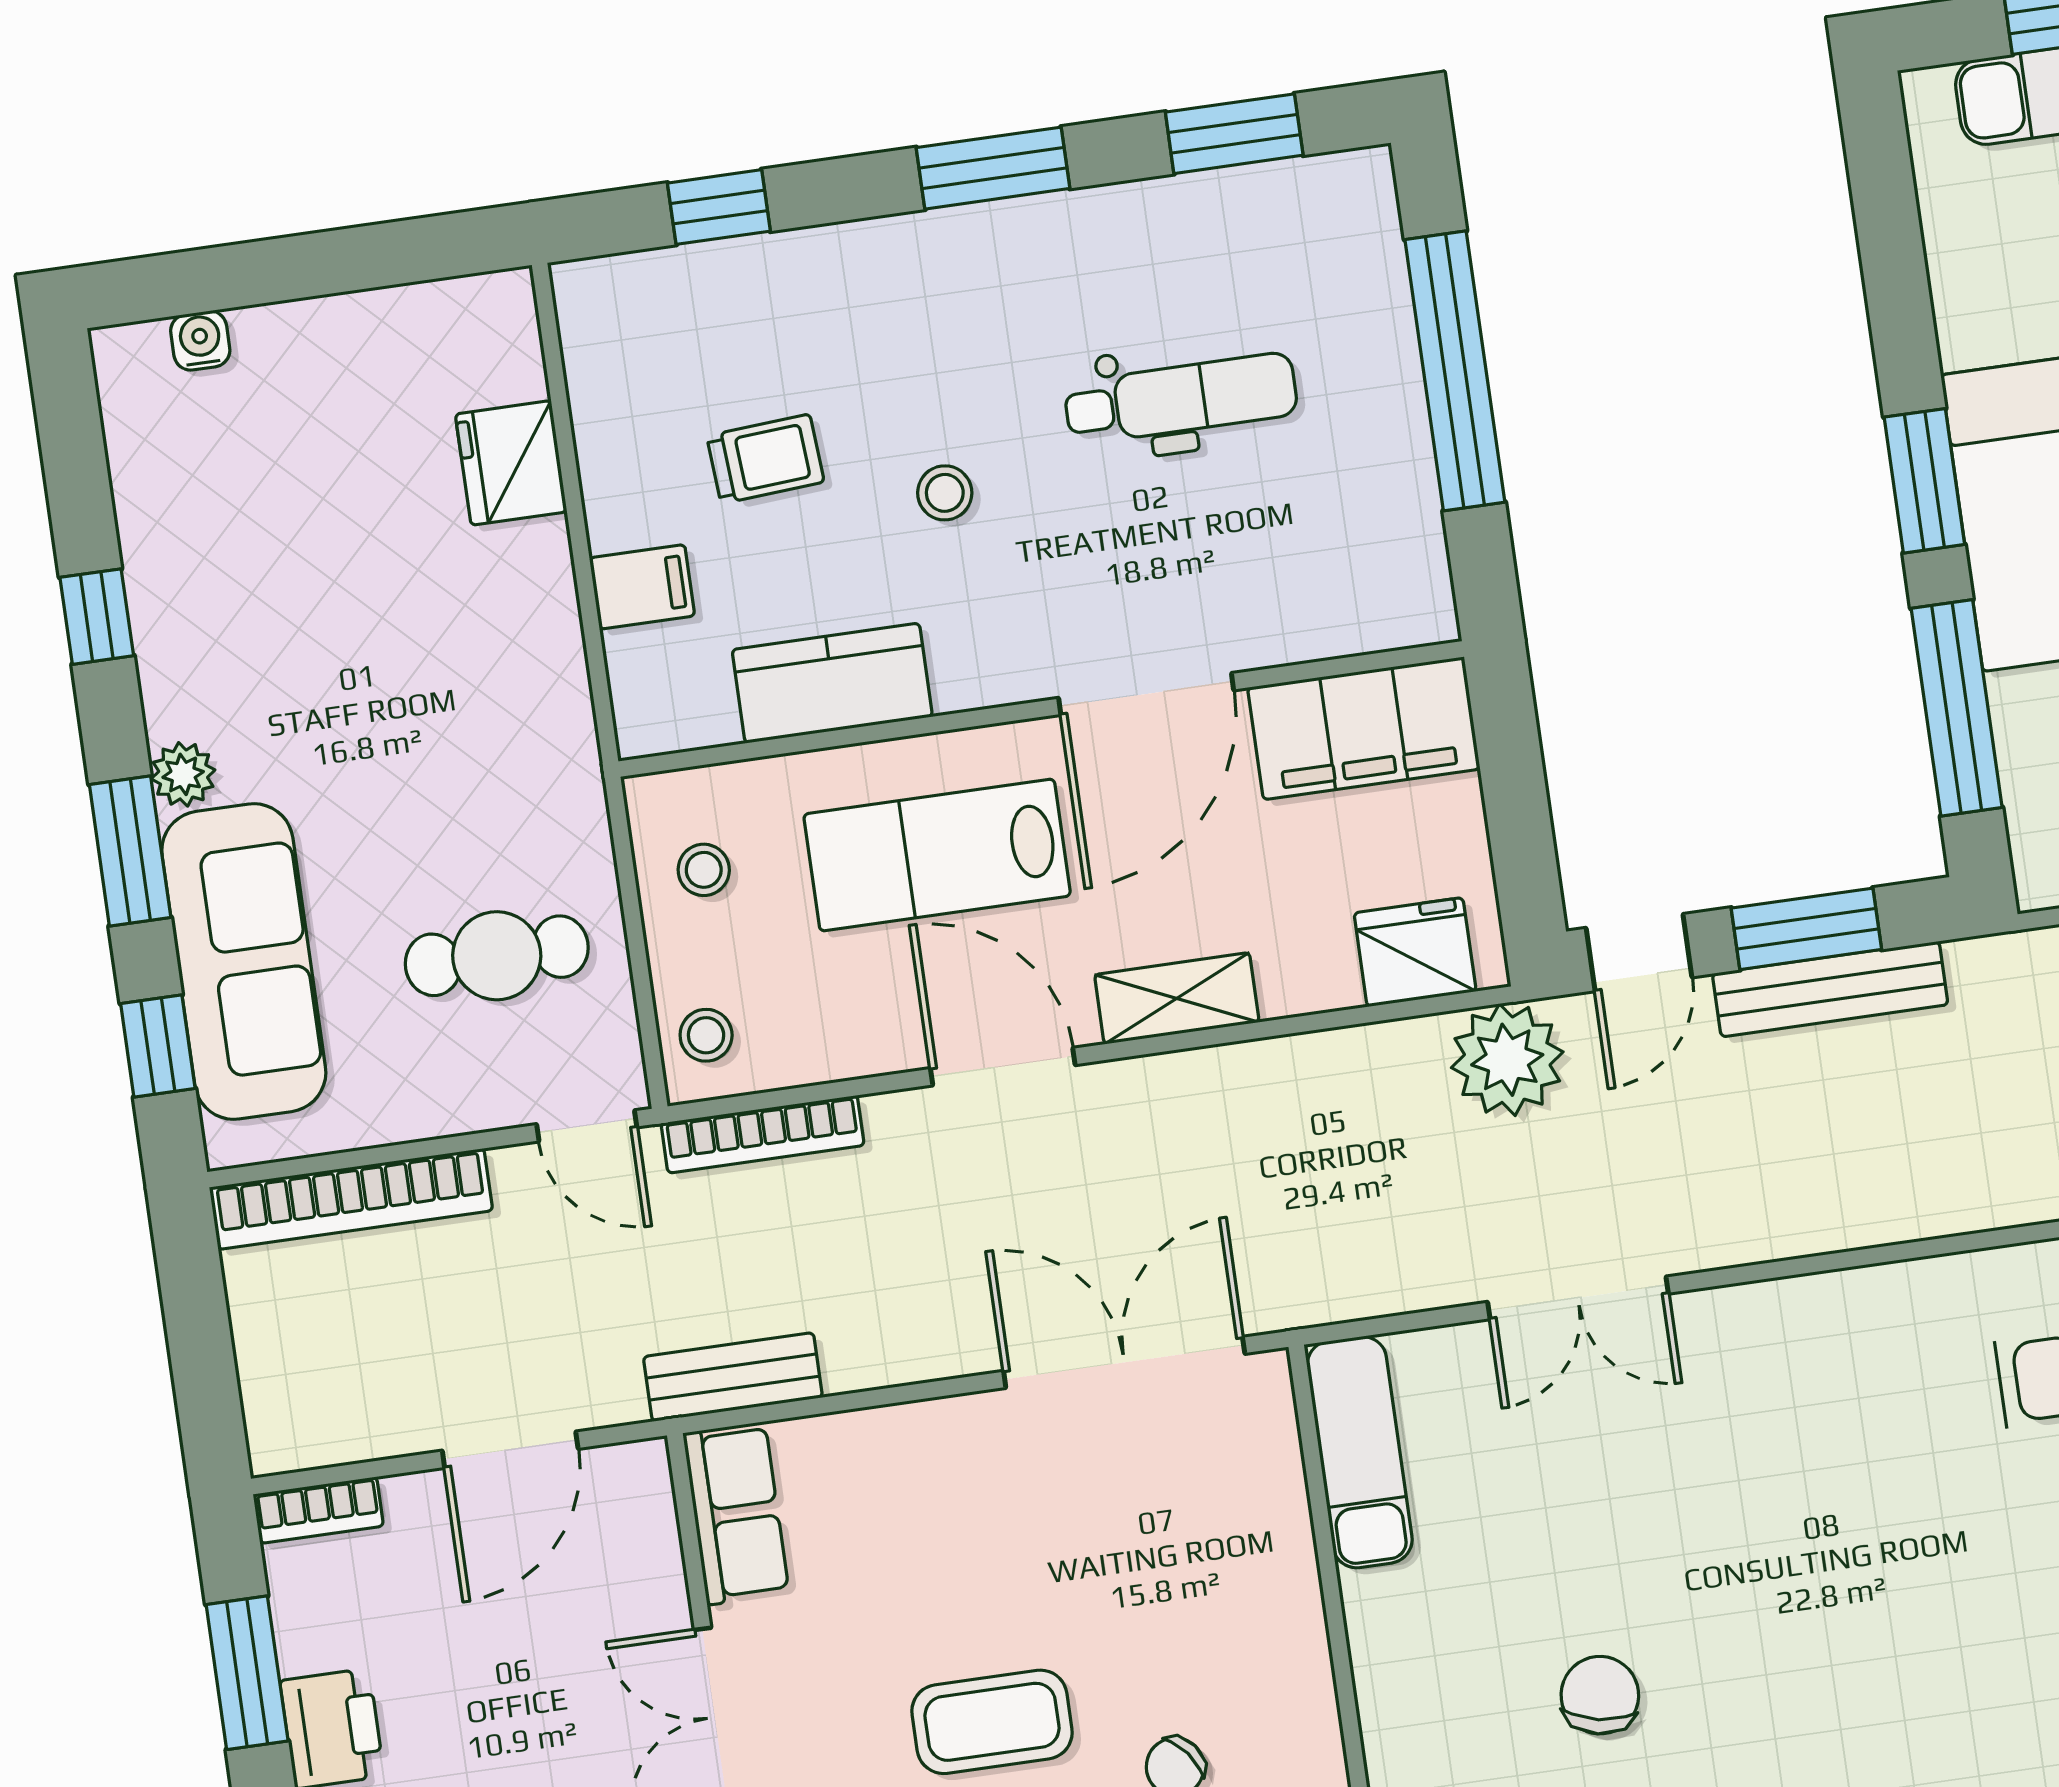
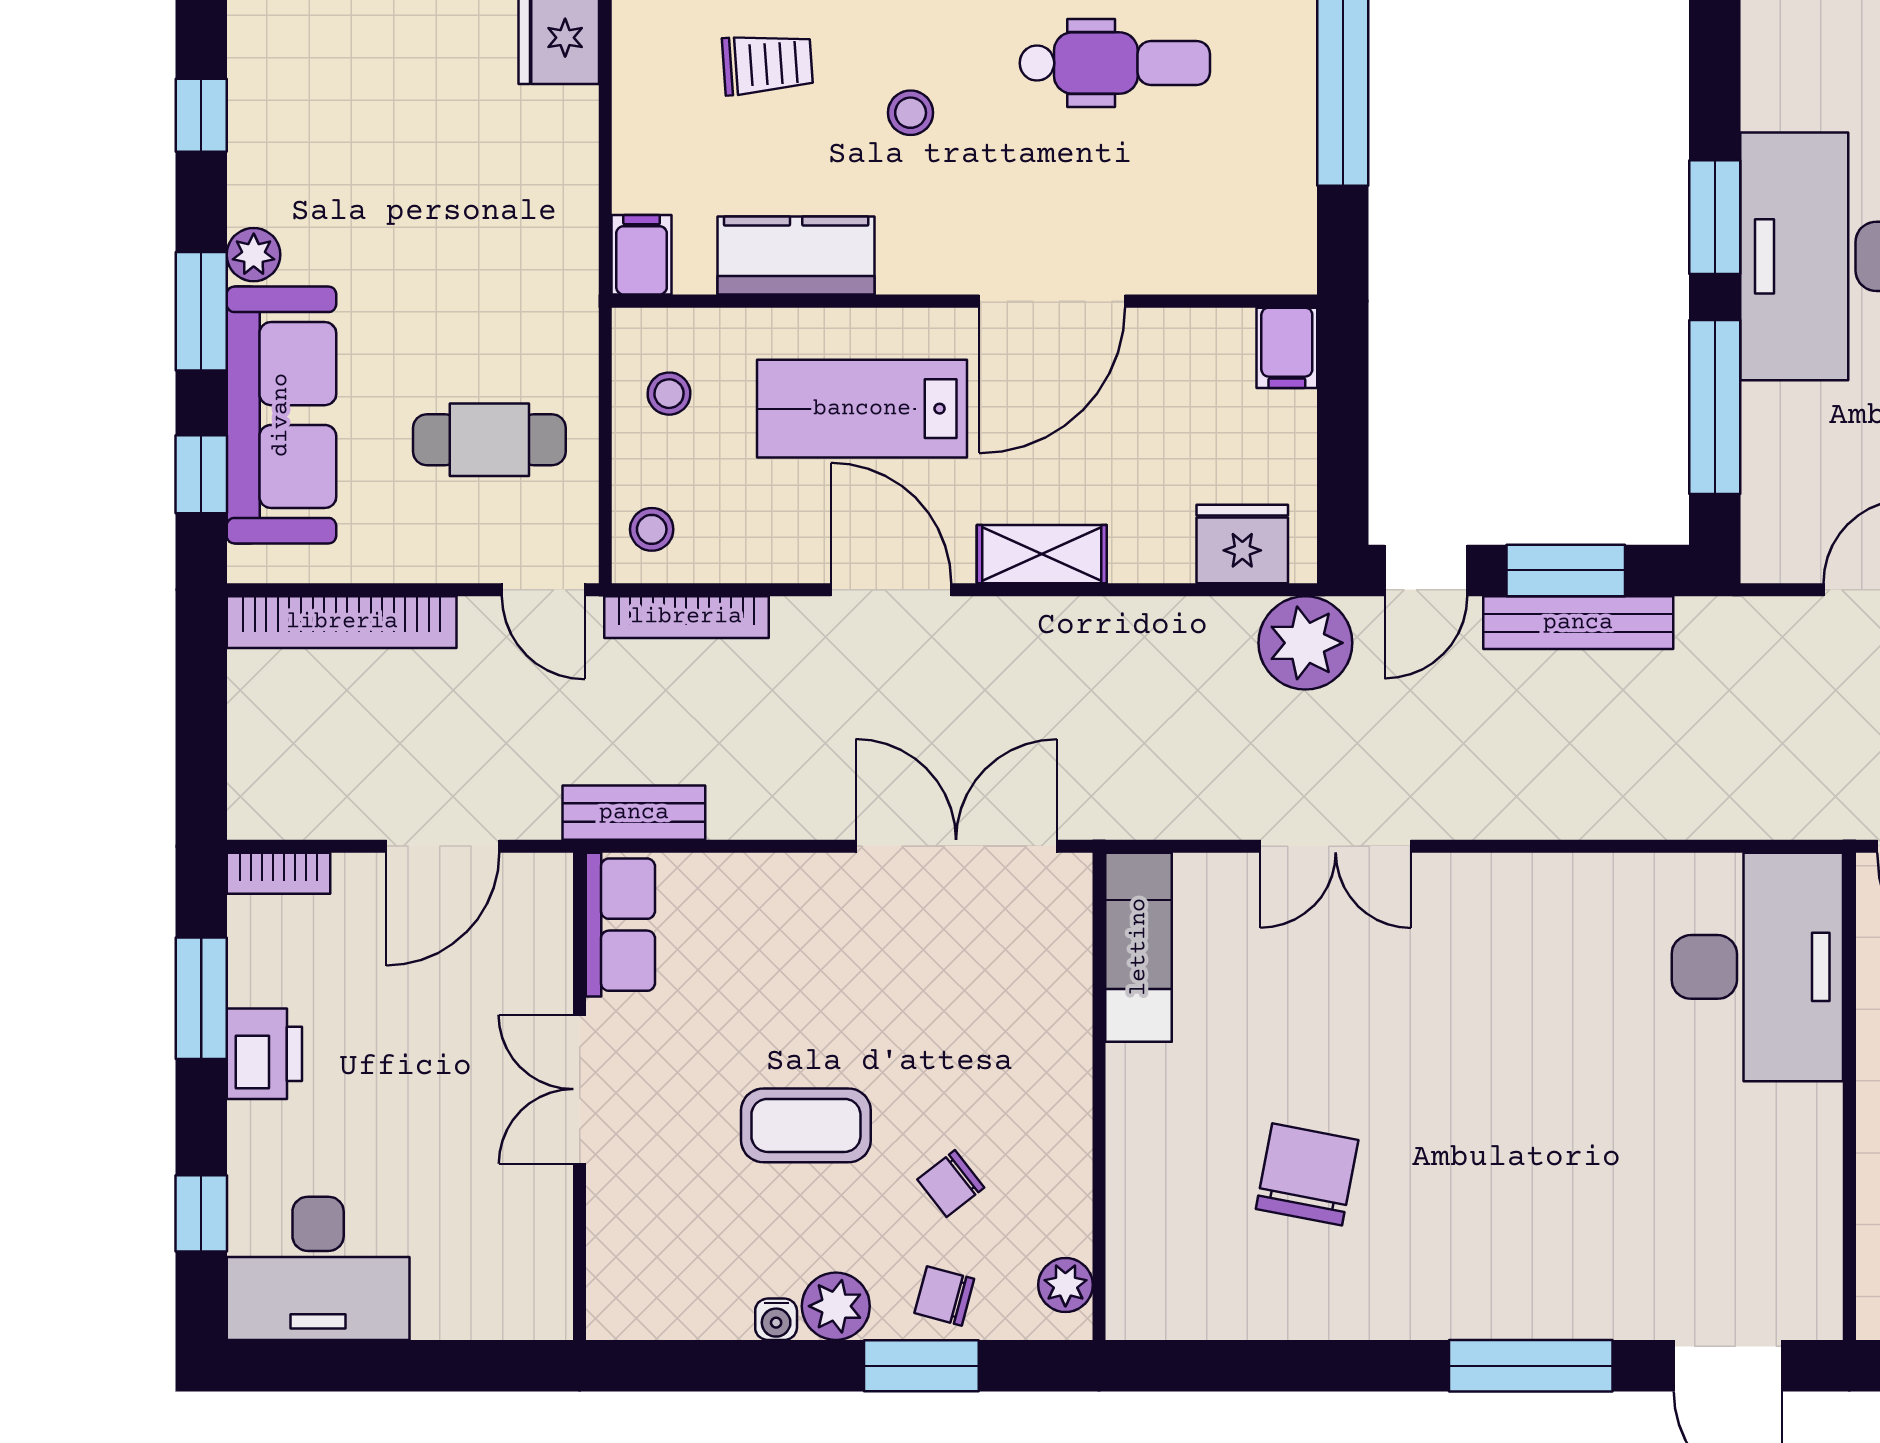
filing cabinet: (642, 587) -> (642, 255), moved, turned -90
filing cabinet: (1364, 728) -> (1287, 348), width x0.33, depth x0.86
chair: (1600, 1695) -> (1307, 1174), width x1.37, depth x1.37

